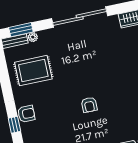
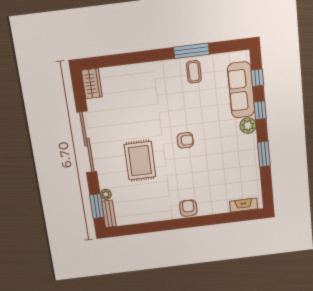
rug: (33, 71) -> (140, 161), moved
window: (14, 125) -> (199, 221), removed

